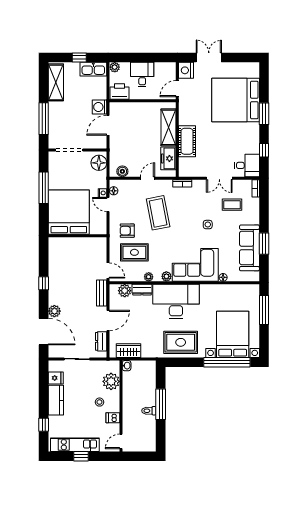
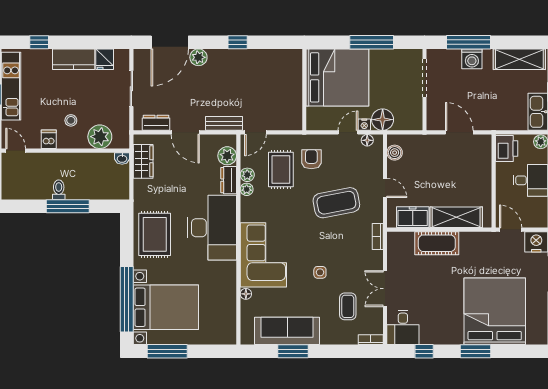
washing machine: (99, 107) -> (472, 59), moved, turned 180
floor lamp: (99, 163) -> (383, 120), moved
plant: (166, 276) -> (247, 175), moved
window: (264, 310) -> (167, 351), moved

